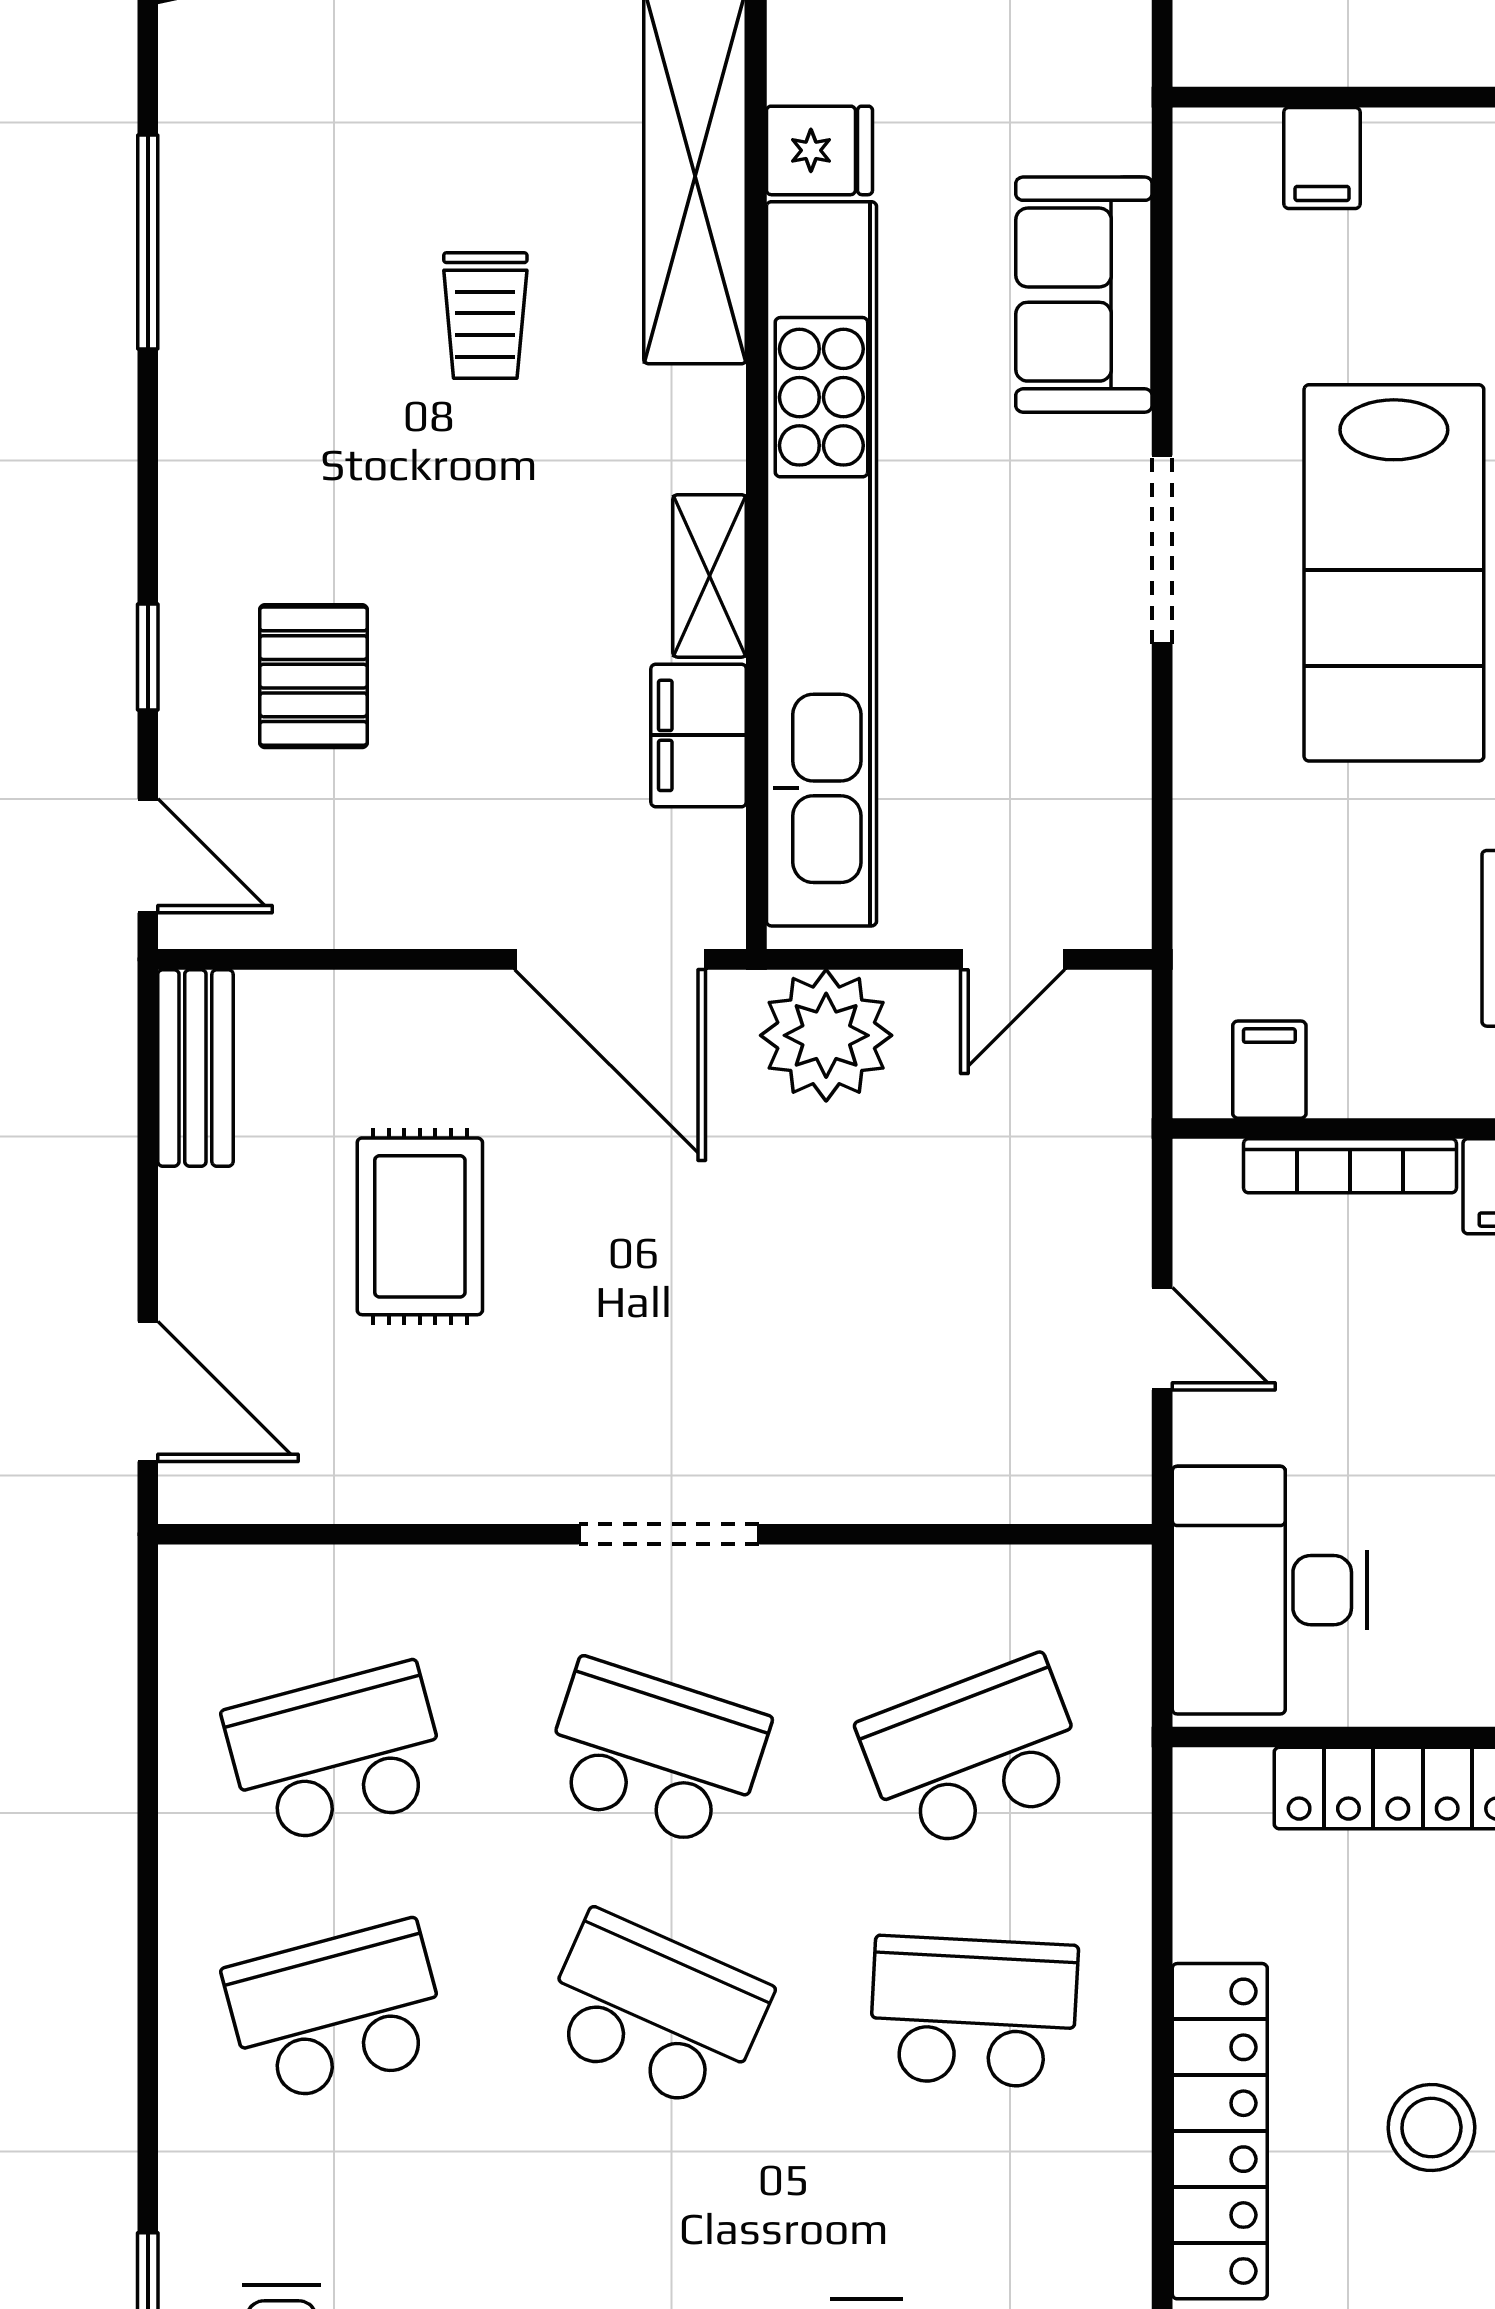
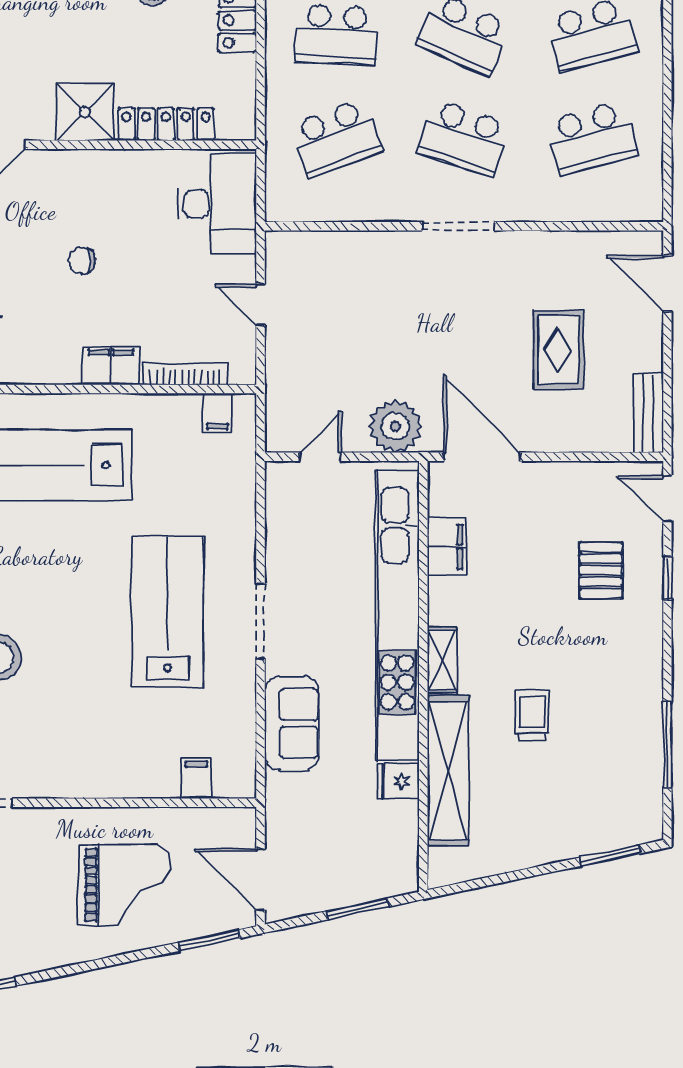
shelving: (710, 576) -> (442, 660), moved

